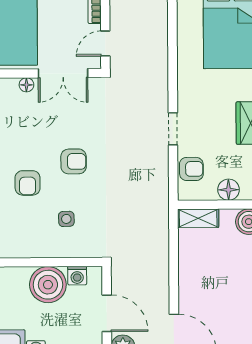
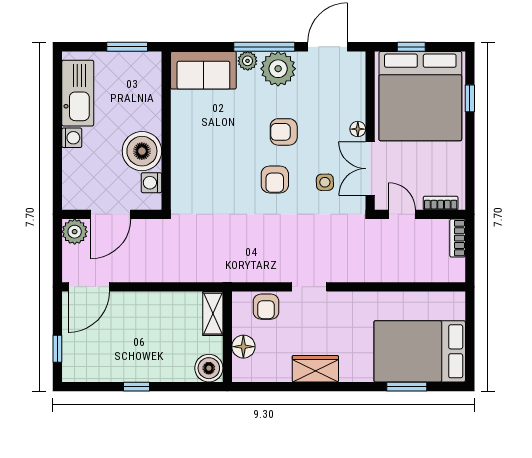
armchair: (28, 183) -> (284, 132), moved
side table: (66, 219) -> (325, 182), moved

